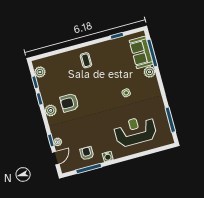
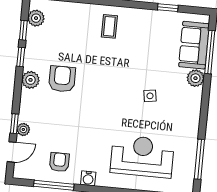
armchair: (69, 103) -> (62, 79), turned 90

